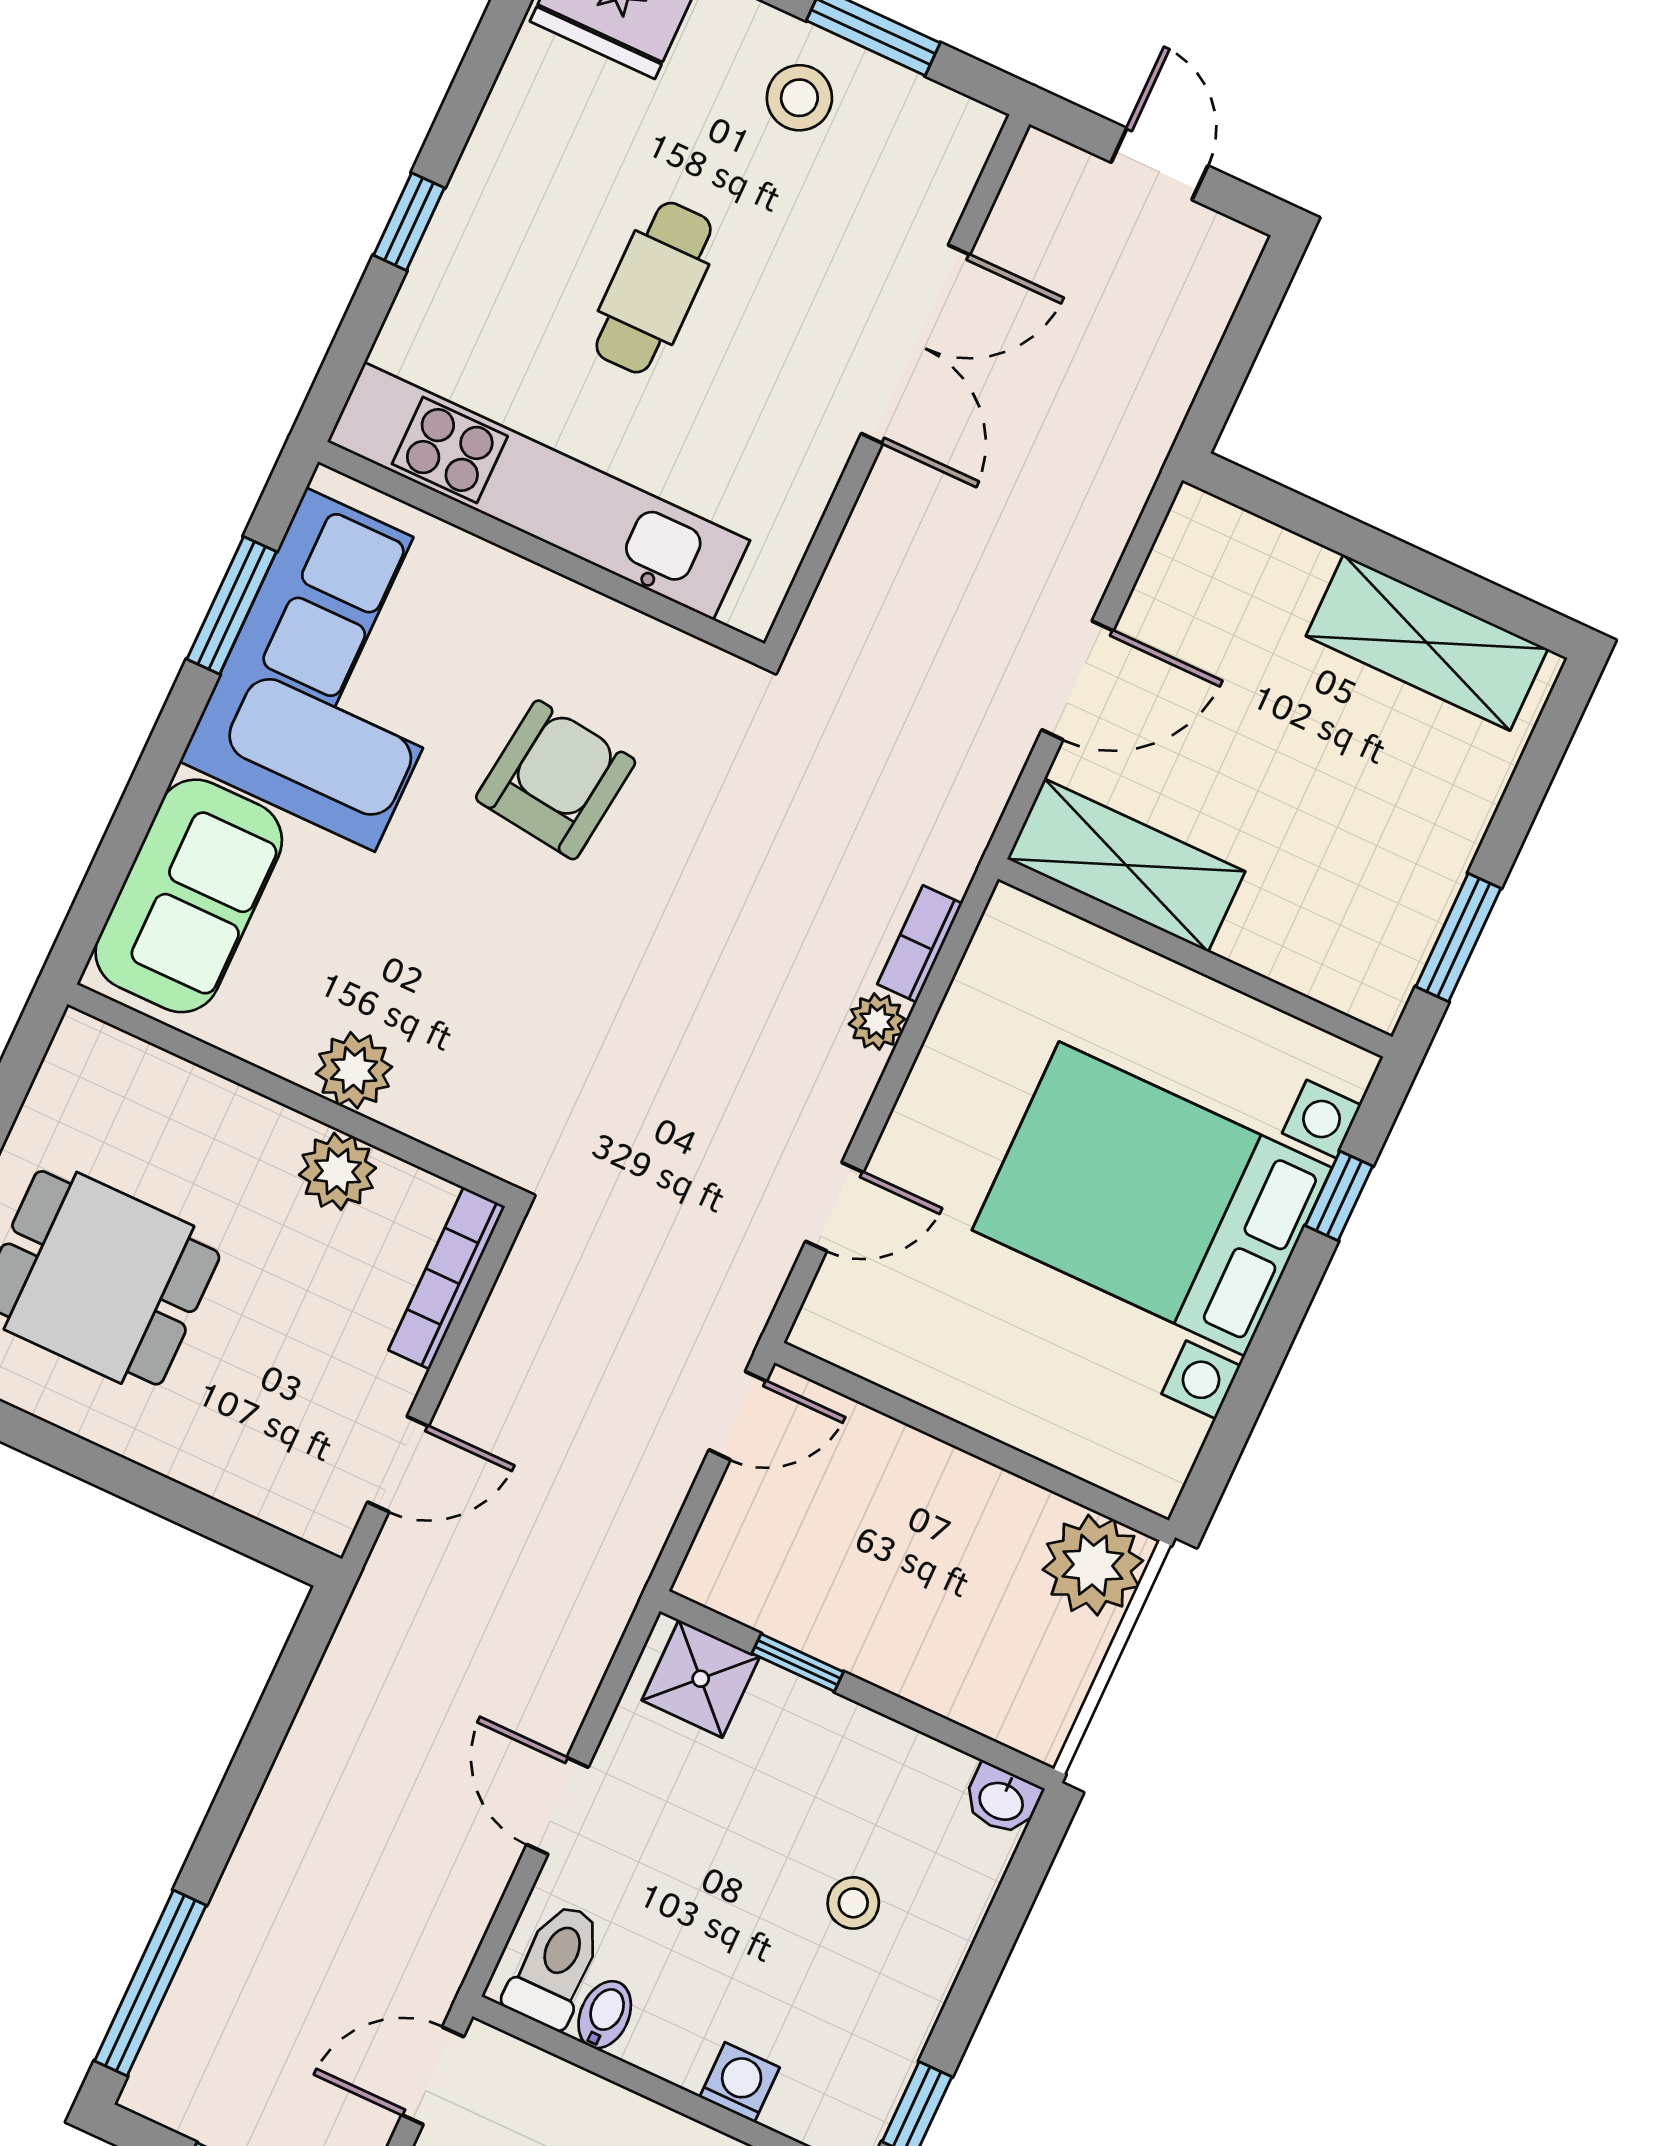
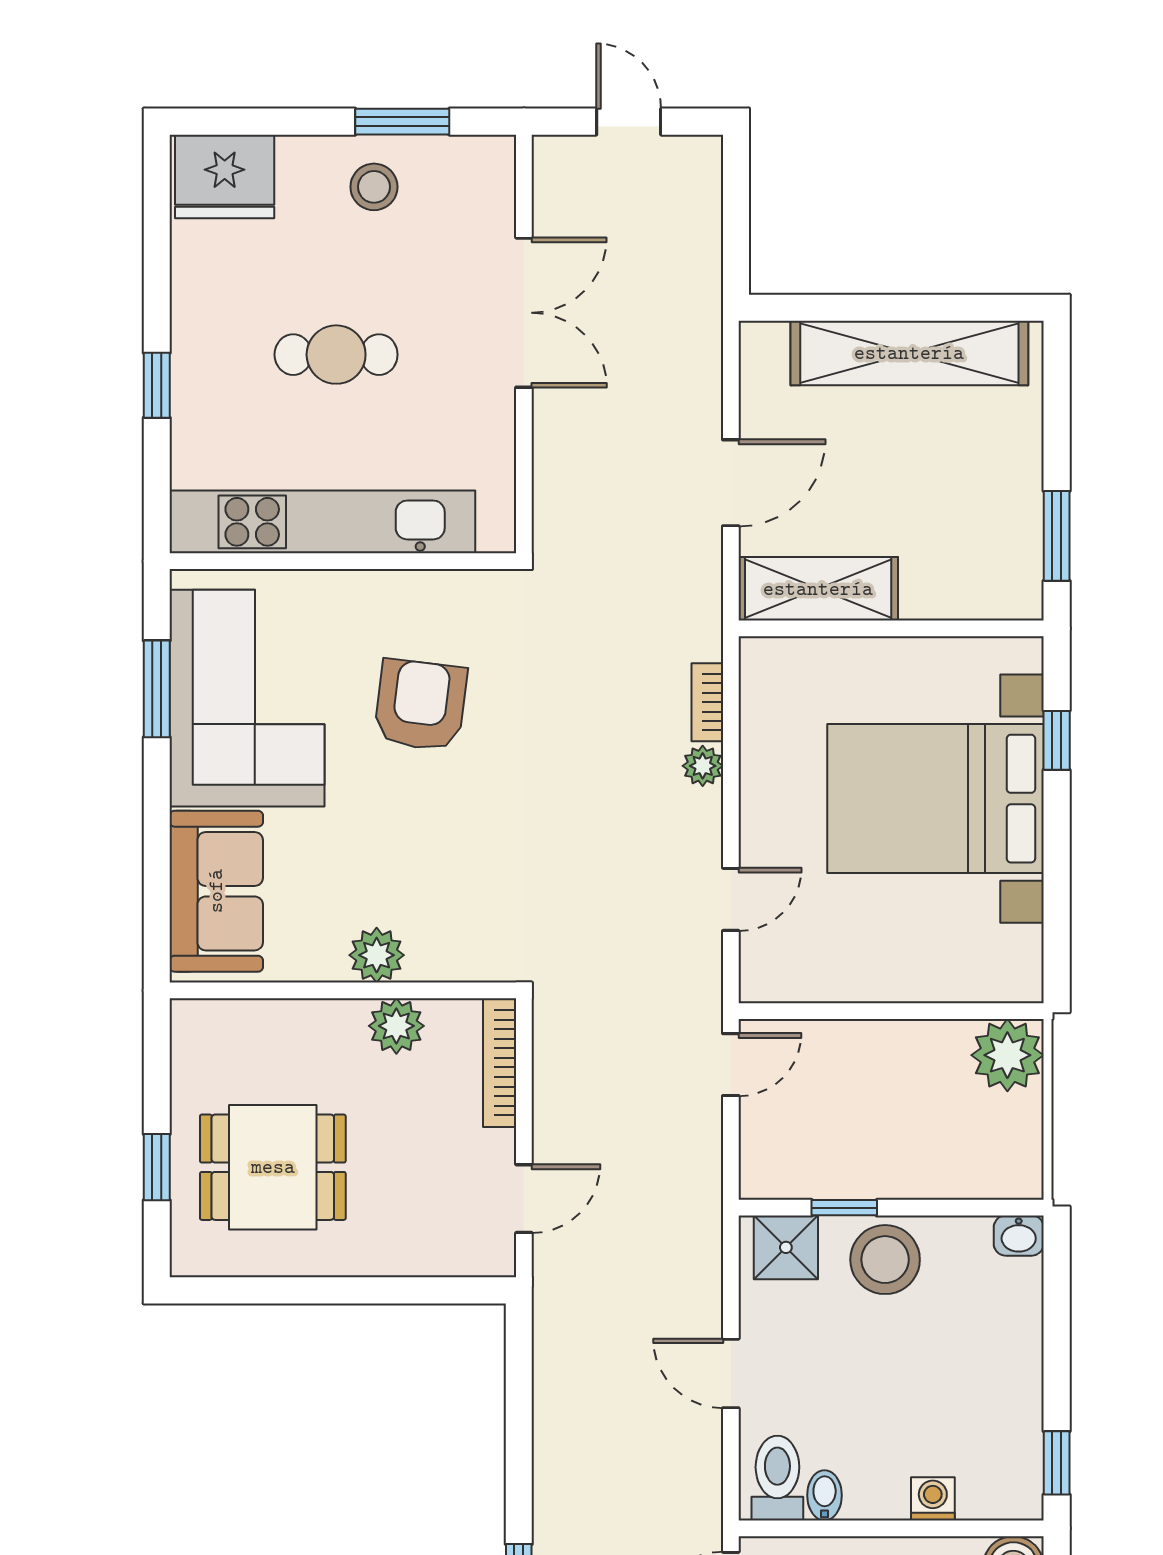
cafe table: (654, 288) -> (336, 355), turned 90
shelving: (1427, 643) -> (909, 353), width x1.47
stool: (853, 1903) -> (885, 1260), moved, width x1.89, depth x1.89

